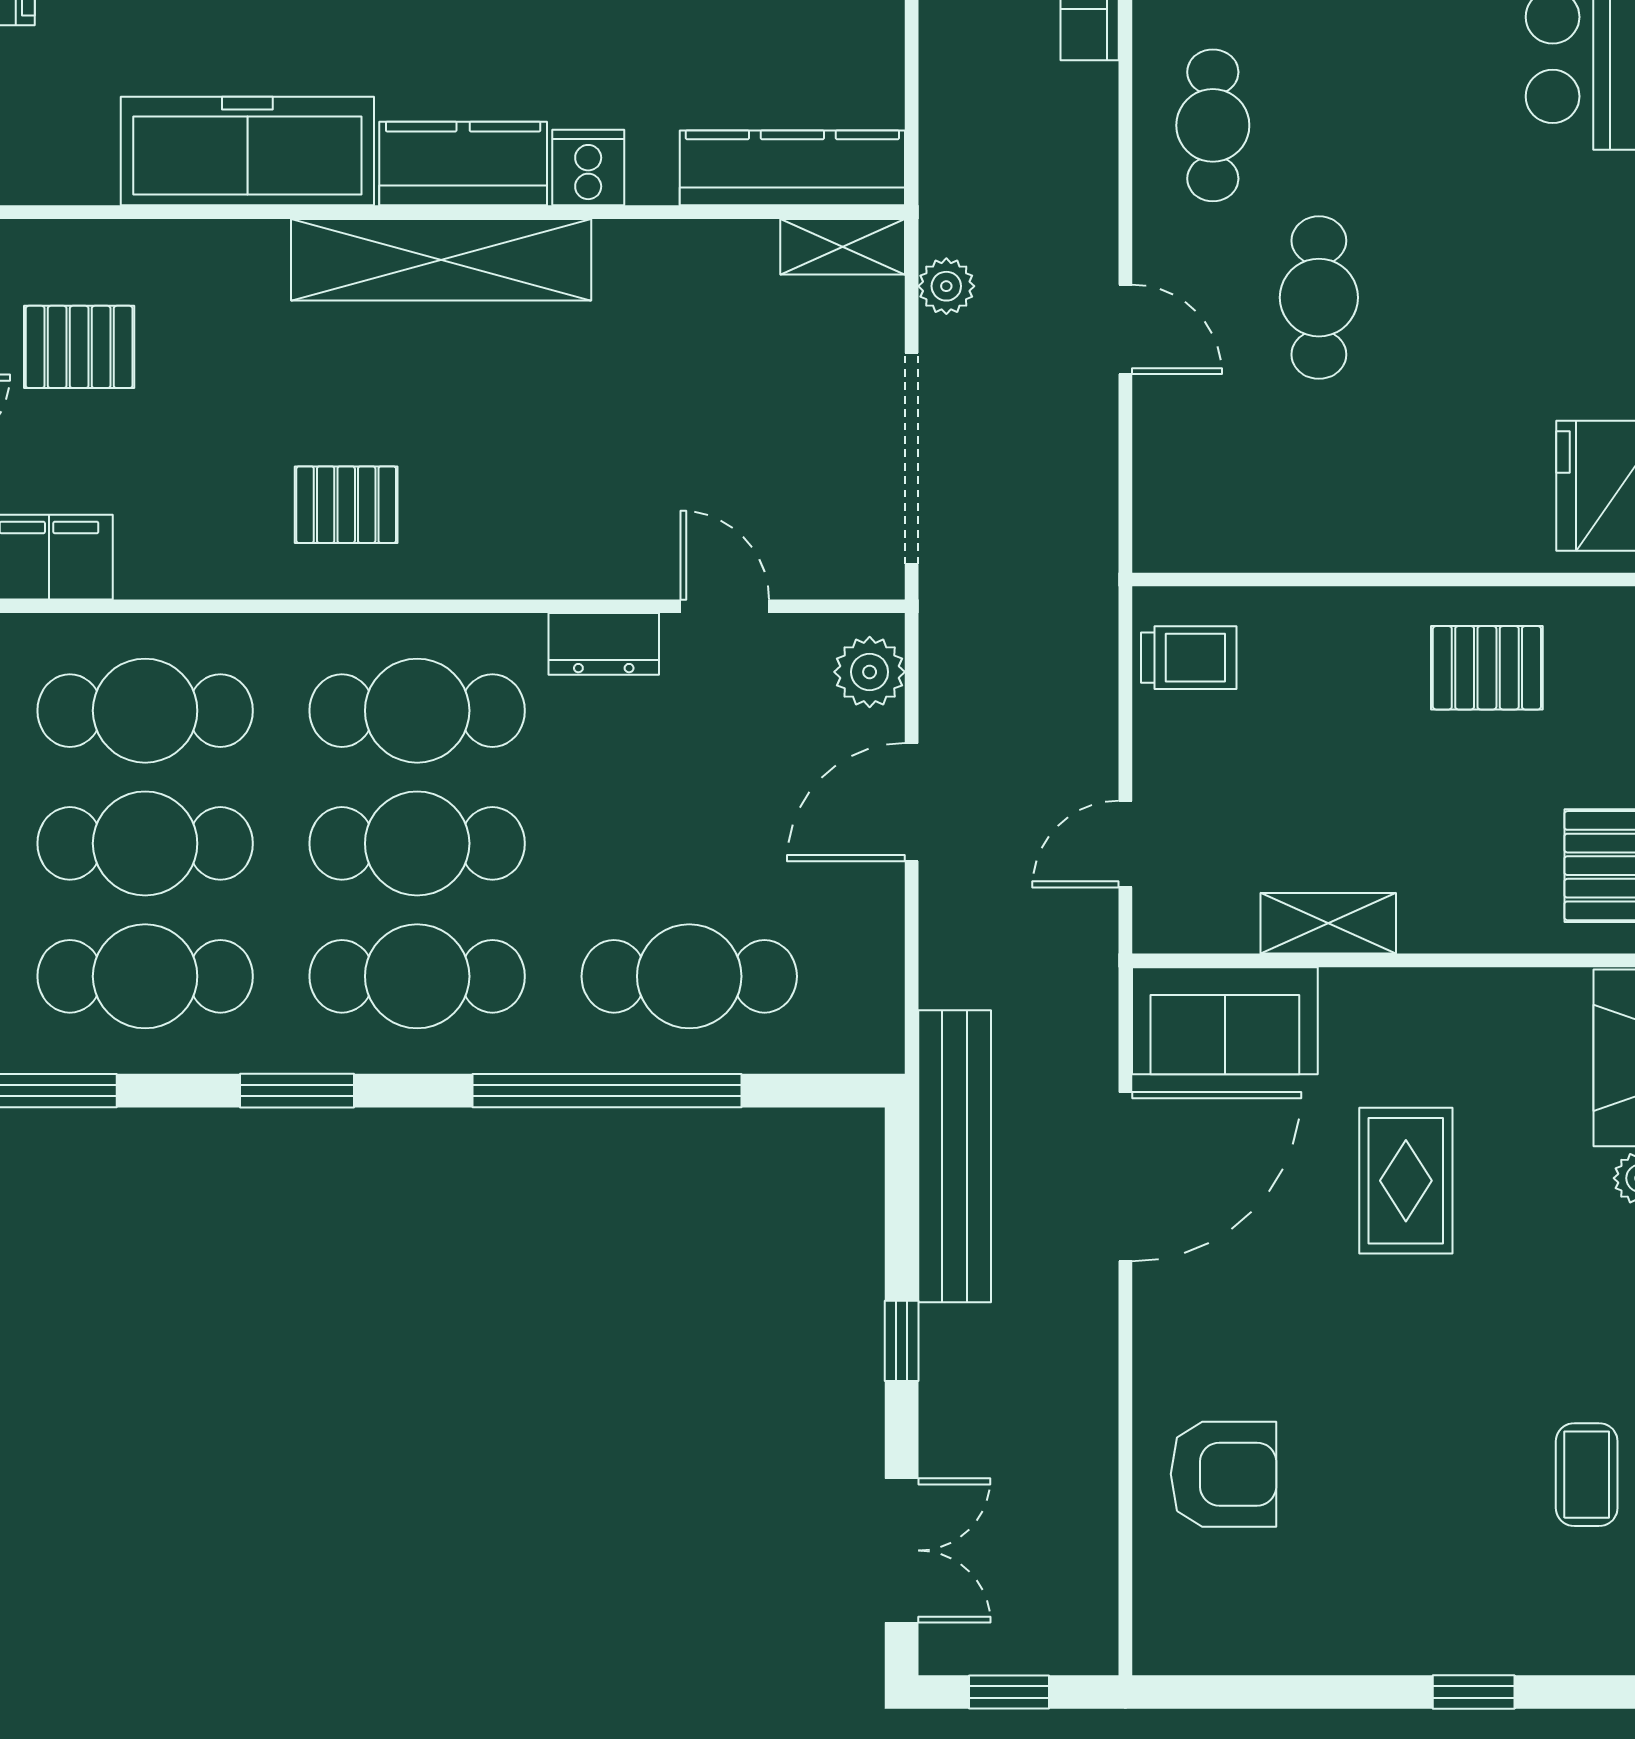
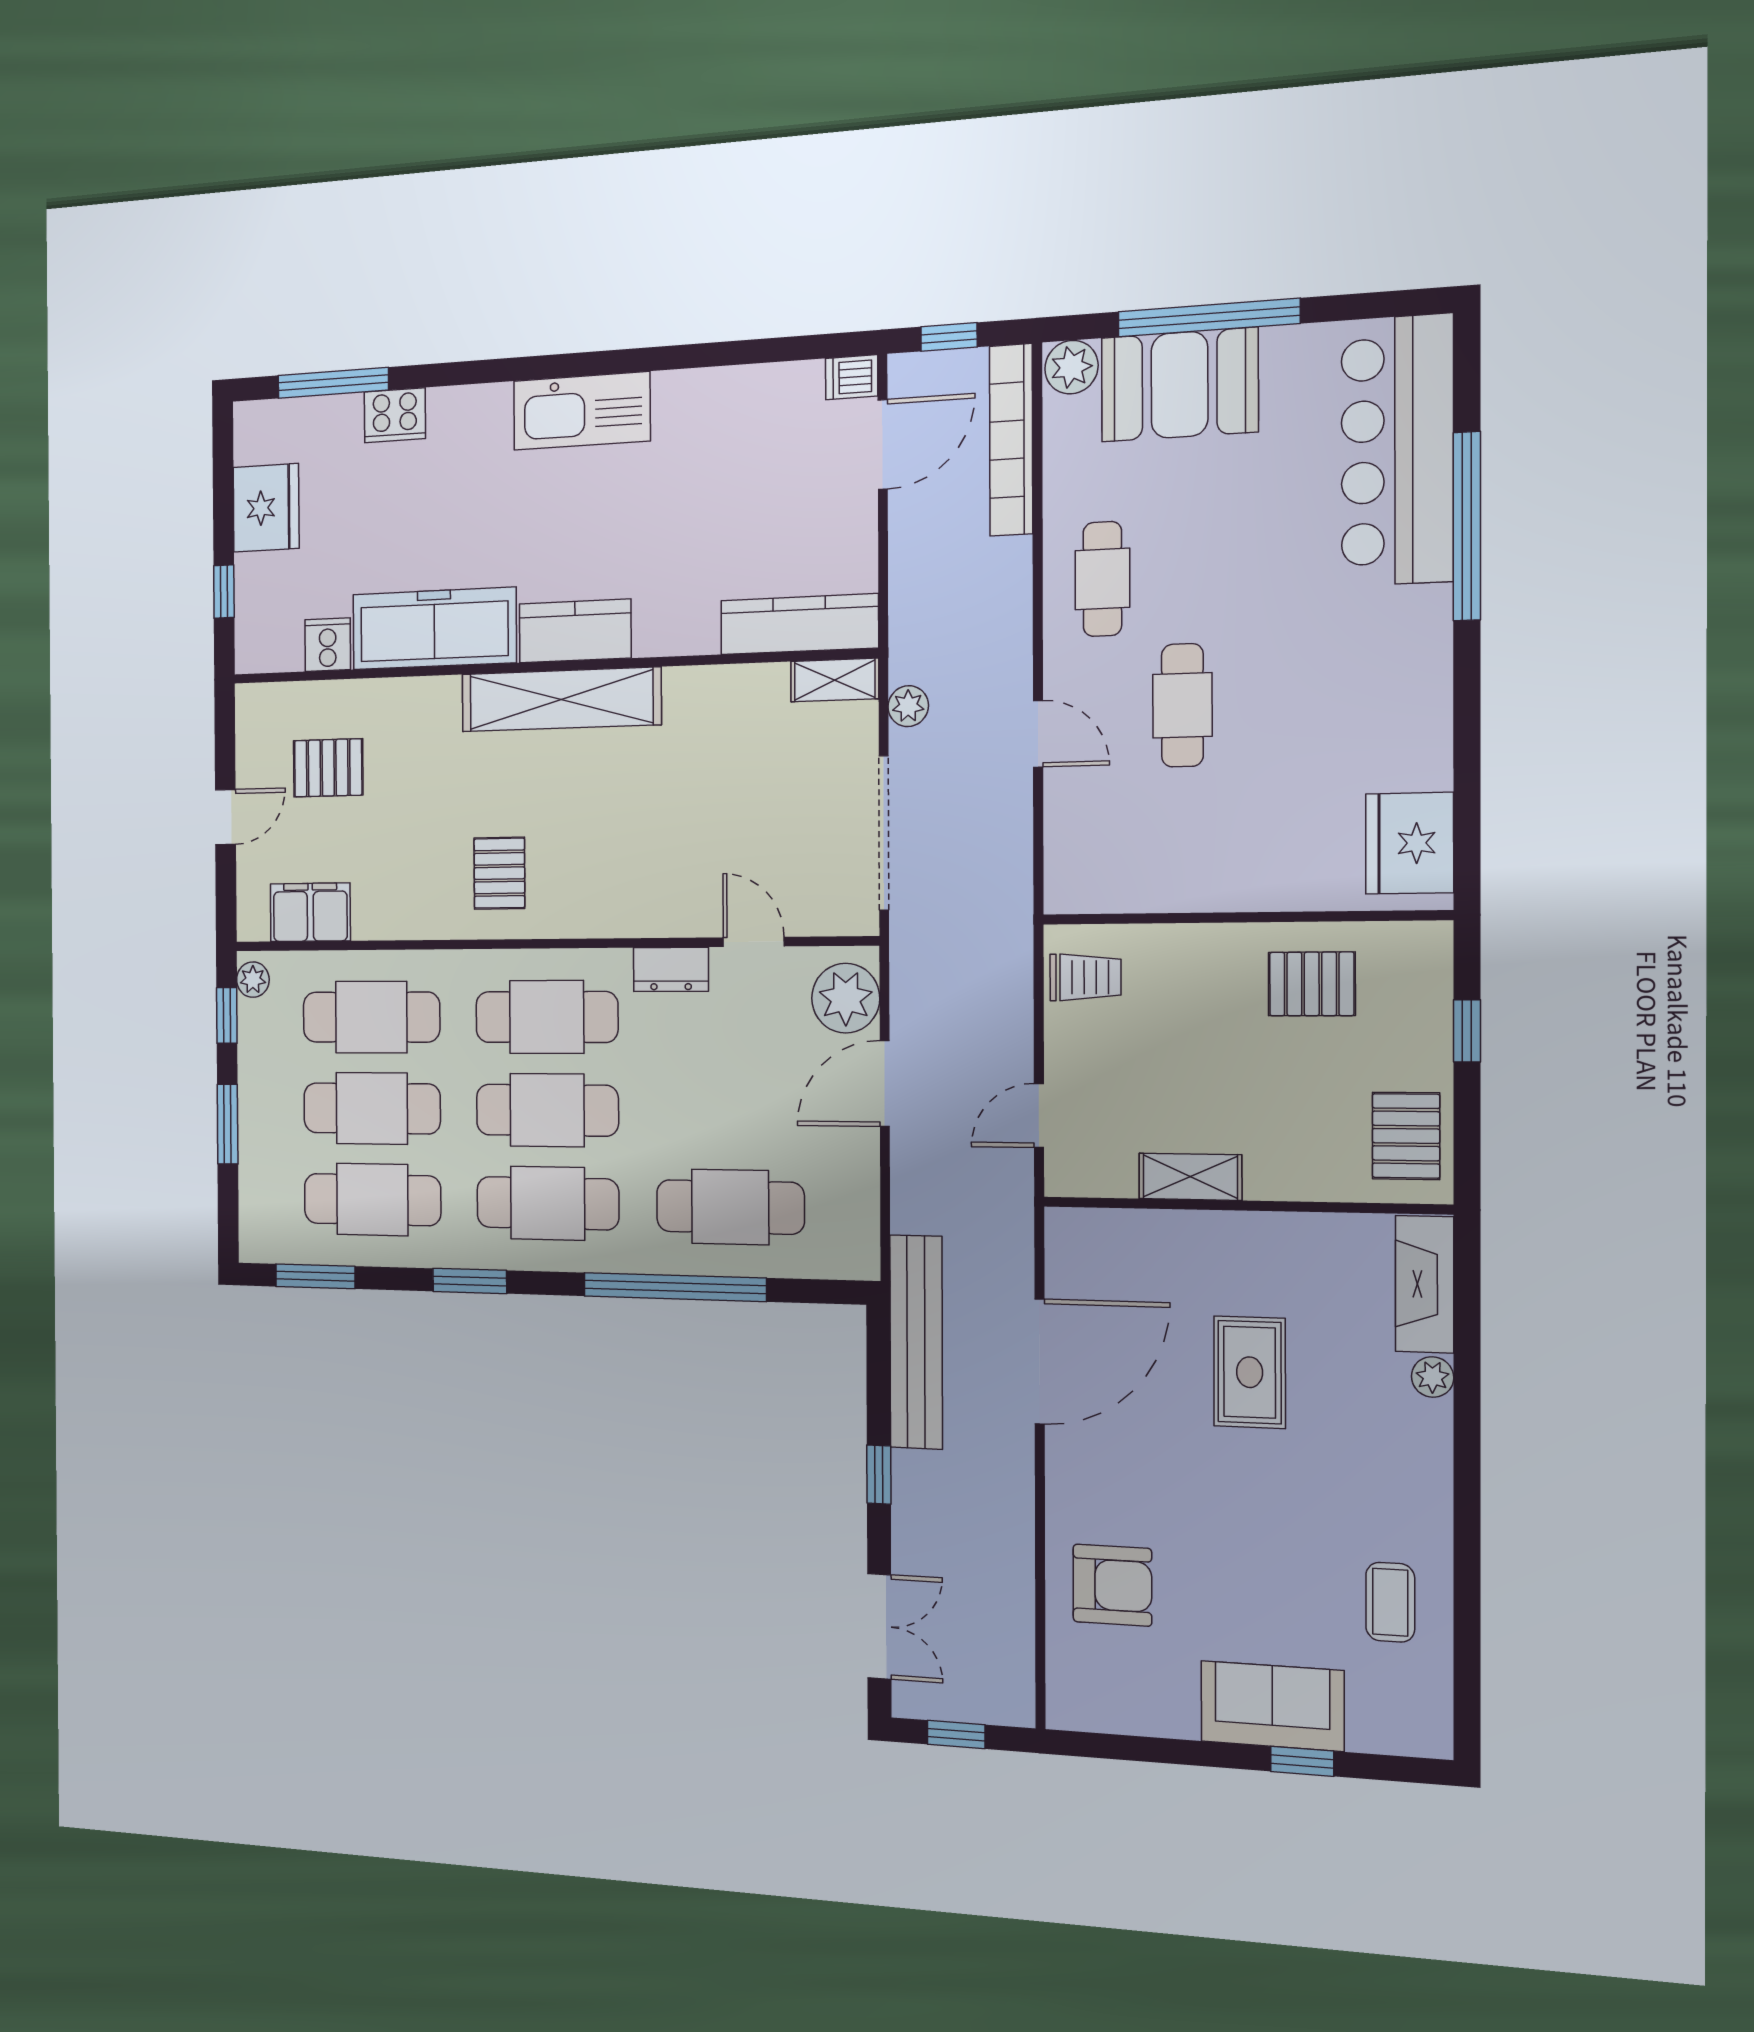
cooker: (588, 168) -> (328, 645), moved
pallet: (346, 505) -> (499, 873), turned 90
plant: (870, 672) -> (846, 998), width x1.36, depth x1.36
sofa: (1225, 1021) -> (1272, 1706), moved, turned 180

